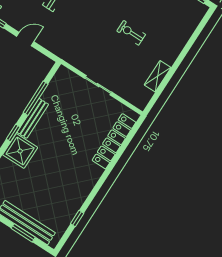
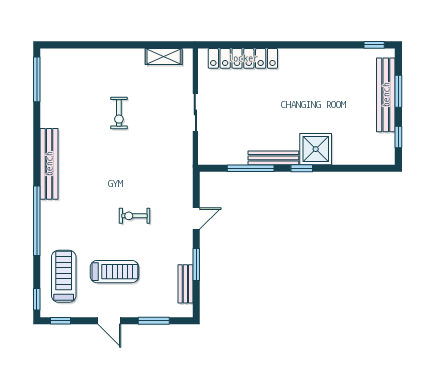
door: (25, 39) -> (196, 218), swing flipped
shelving: (158, 76) -> (164, 56), moved
window: (77, 219) -> (374, 45), moved

